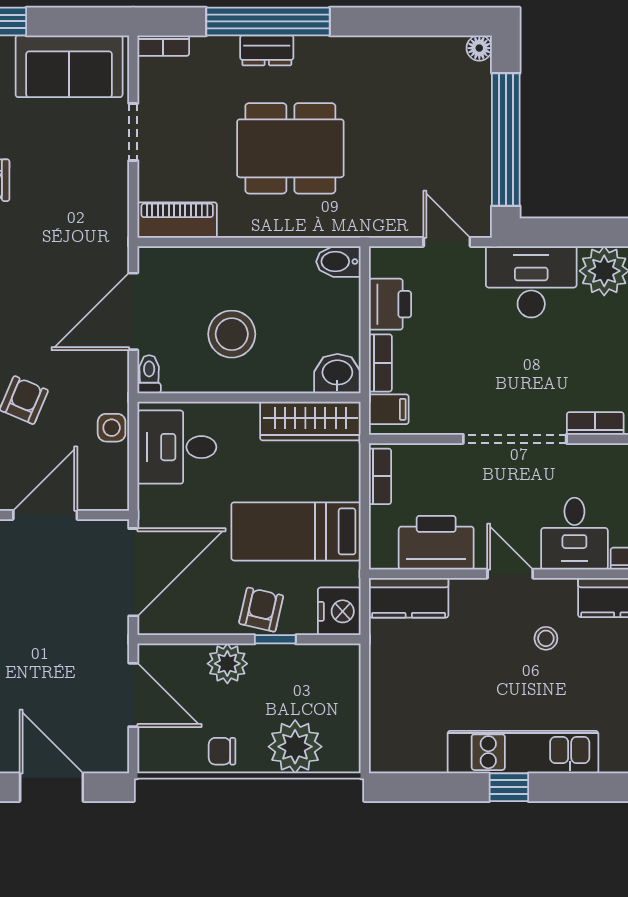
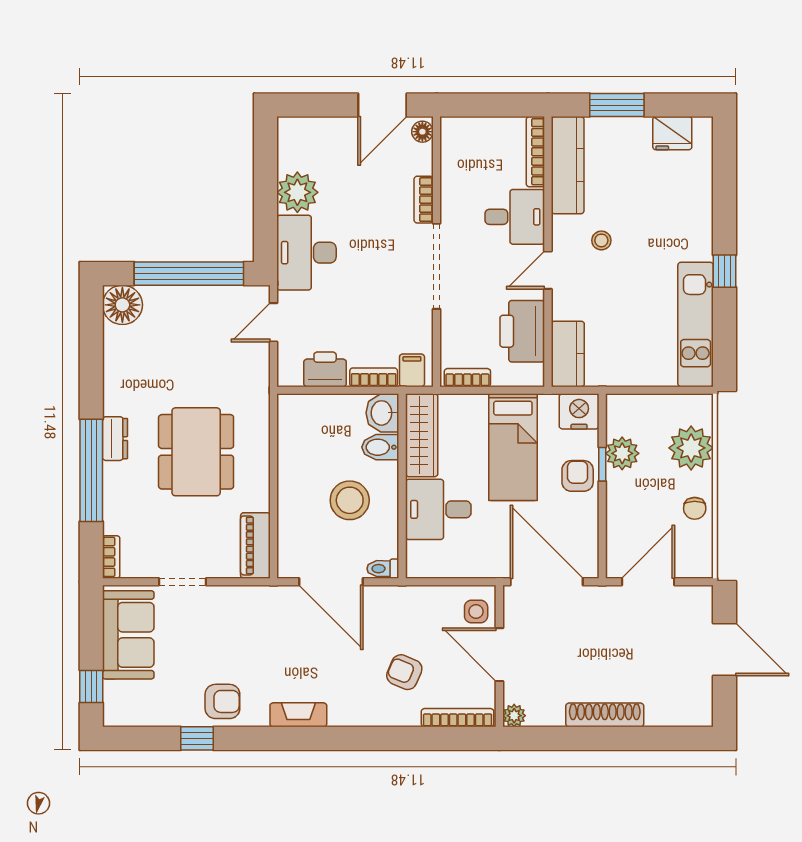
floor lamp: (479, 48) -> (122, 305), width x1.89, depth x1.89
dresser: (267, 50) -> (115, 439), moved
bidet: (338, 262) -> (380, 447), moved, turned 90
side table: (112, 428) -> (476, 611), moved
desk: (177, 447) -> (438, 509), moved, turned 90
armchair: (261, 610) -> (578, 476), turned 77
plant: (227, 664) -> (622, 453), moved
kitchen unit: (523, 752) -> (696, 324), moved
door: (51, 787) -> (725, 649), swing flipped

